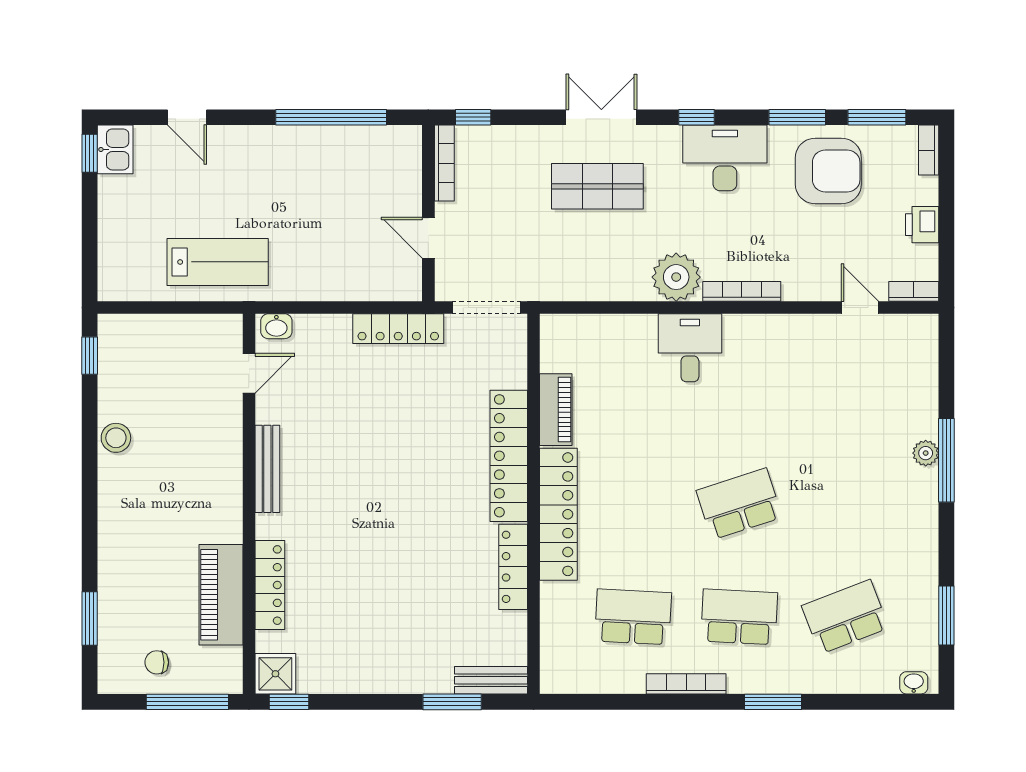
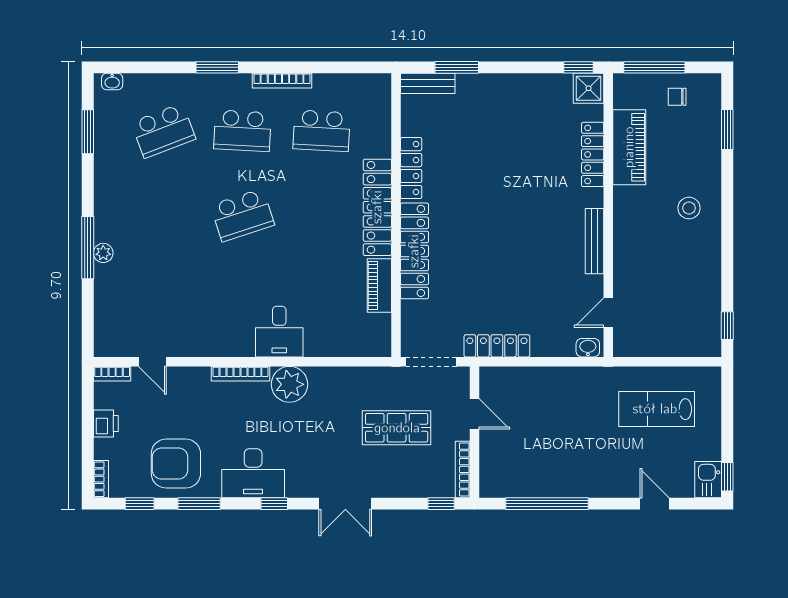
window: (877, 117) -> (140, 504), width x0.67
shop shelf: (597, 186) -> (397, 428), moved
lab bench: (218, 262) -> (657, 409), moved
stool: (116, 438) -> (689, 208), moved
chair: (157, 662) -> (677, 97), turned 180

